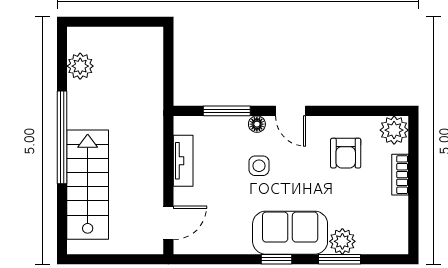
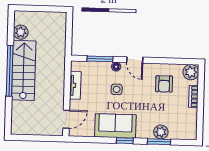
stairs: (88, 185) -> (24, 70), moved
sofa: (290, 233) -> (115, 126), moved

